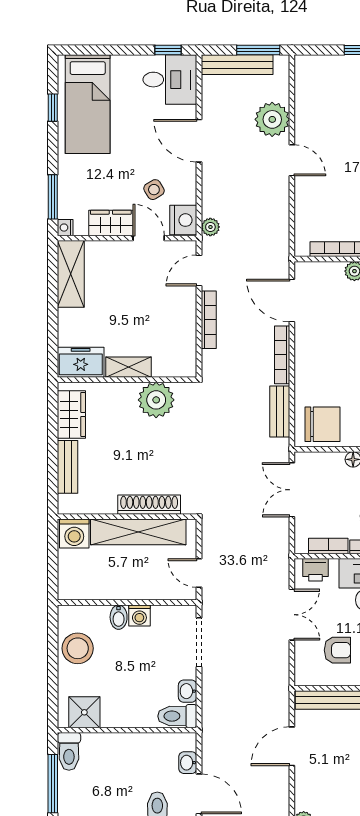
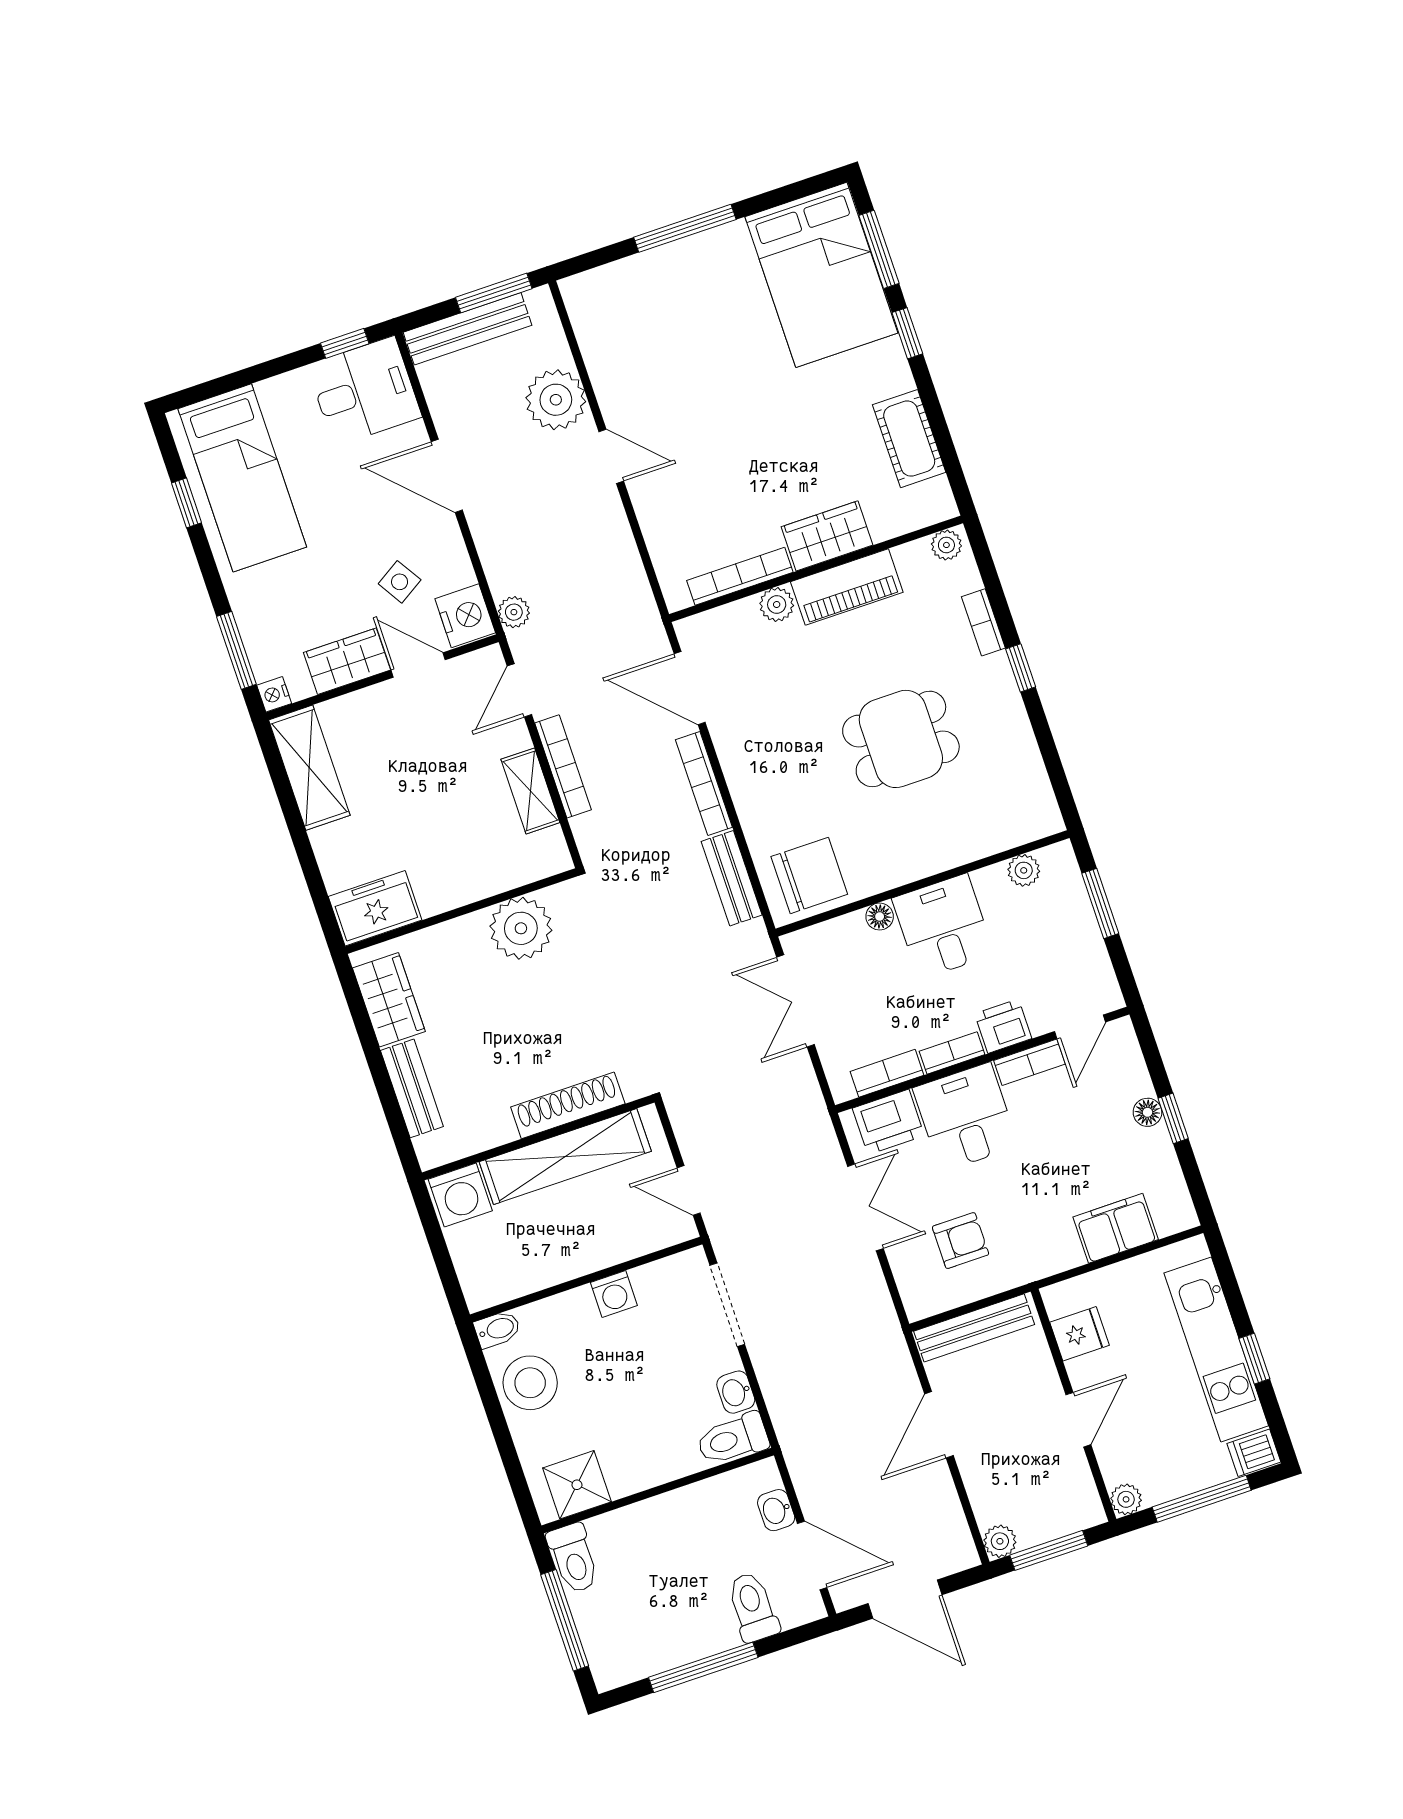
shelving: (128, 367) -> (530, 791), moved, turned 90
printer: (316, 570) -> (888, 1122), width x1.36, depth x1.24
bidet: (119, 617) -> (497, 1329), moved, turned -90

